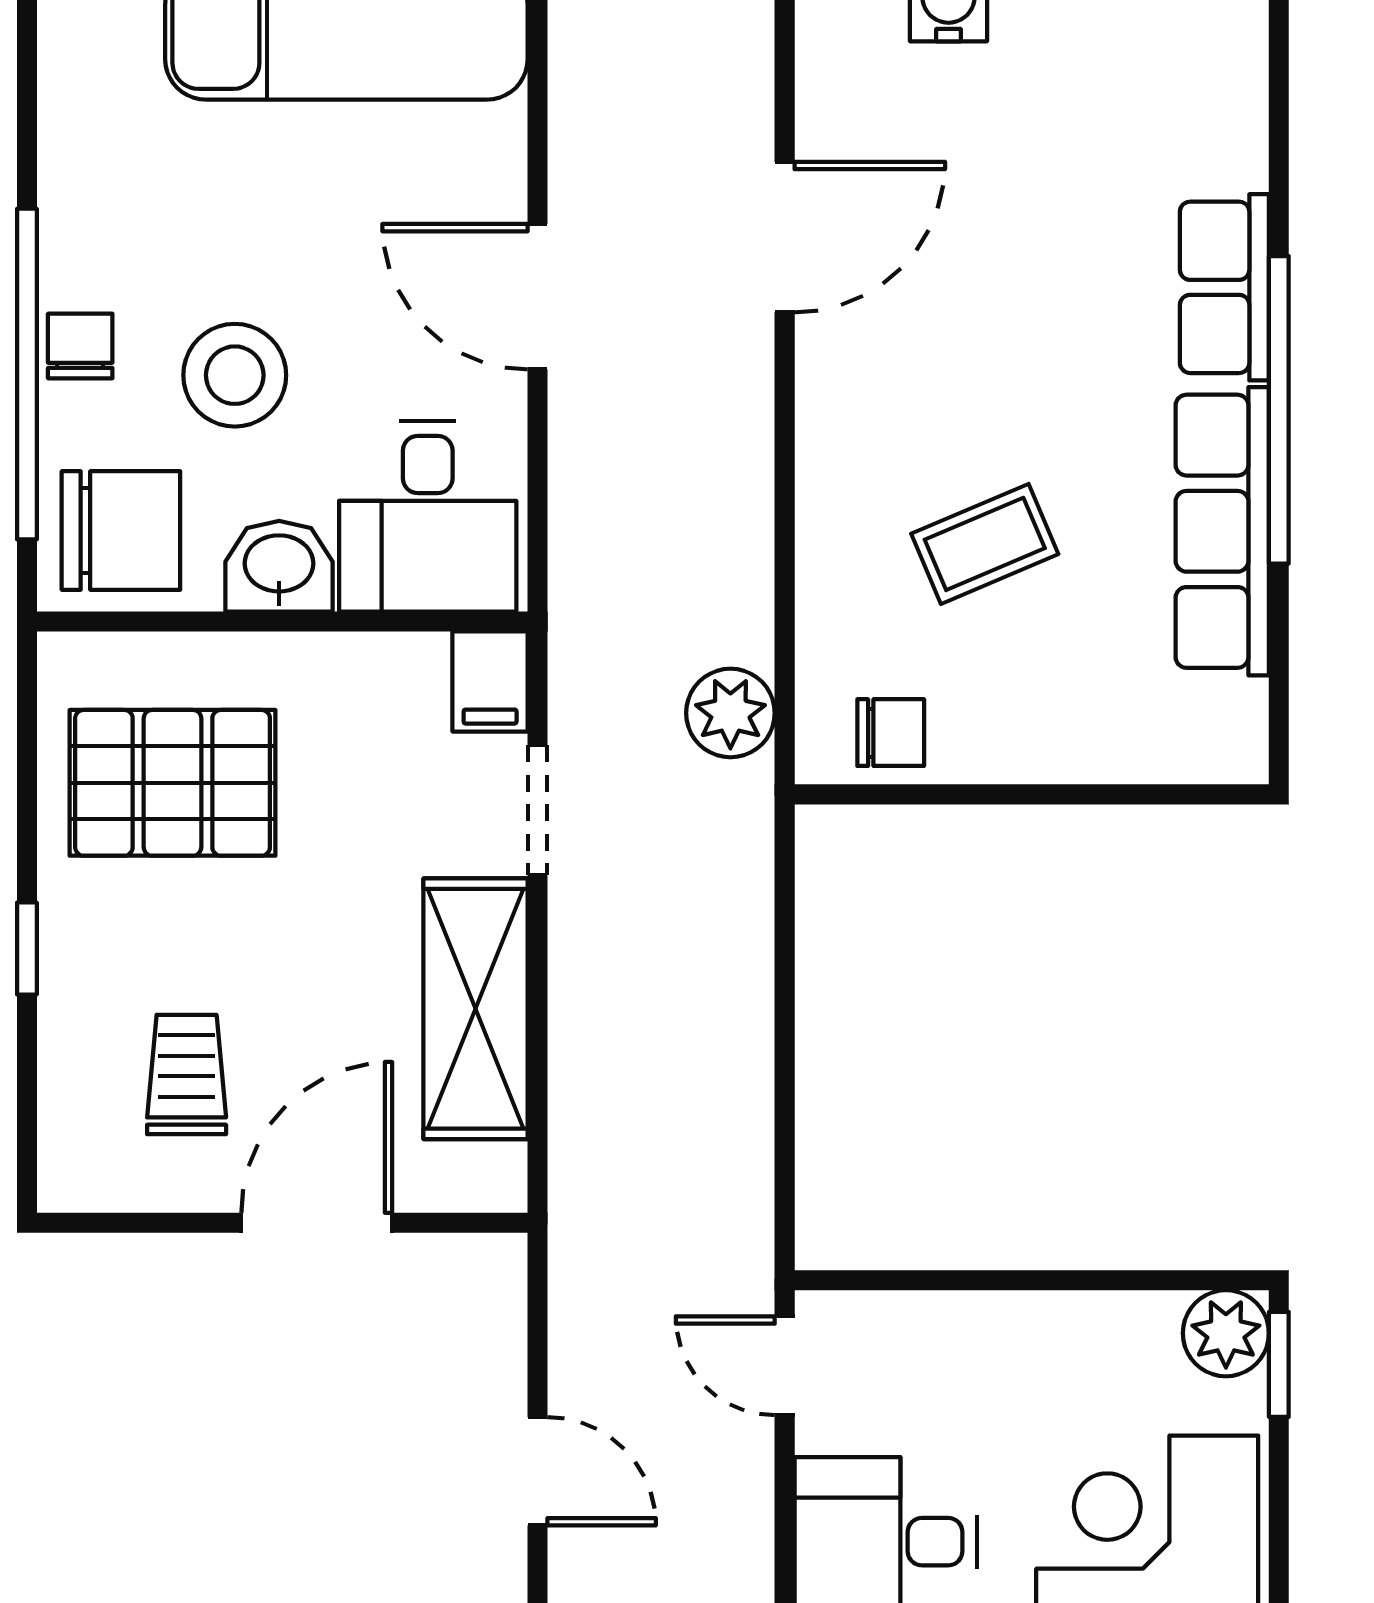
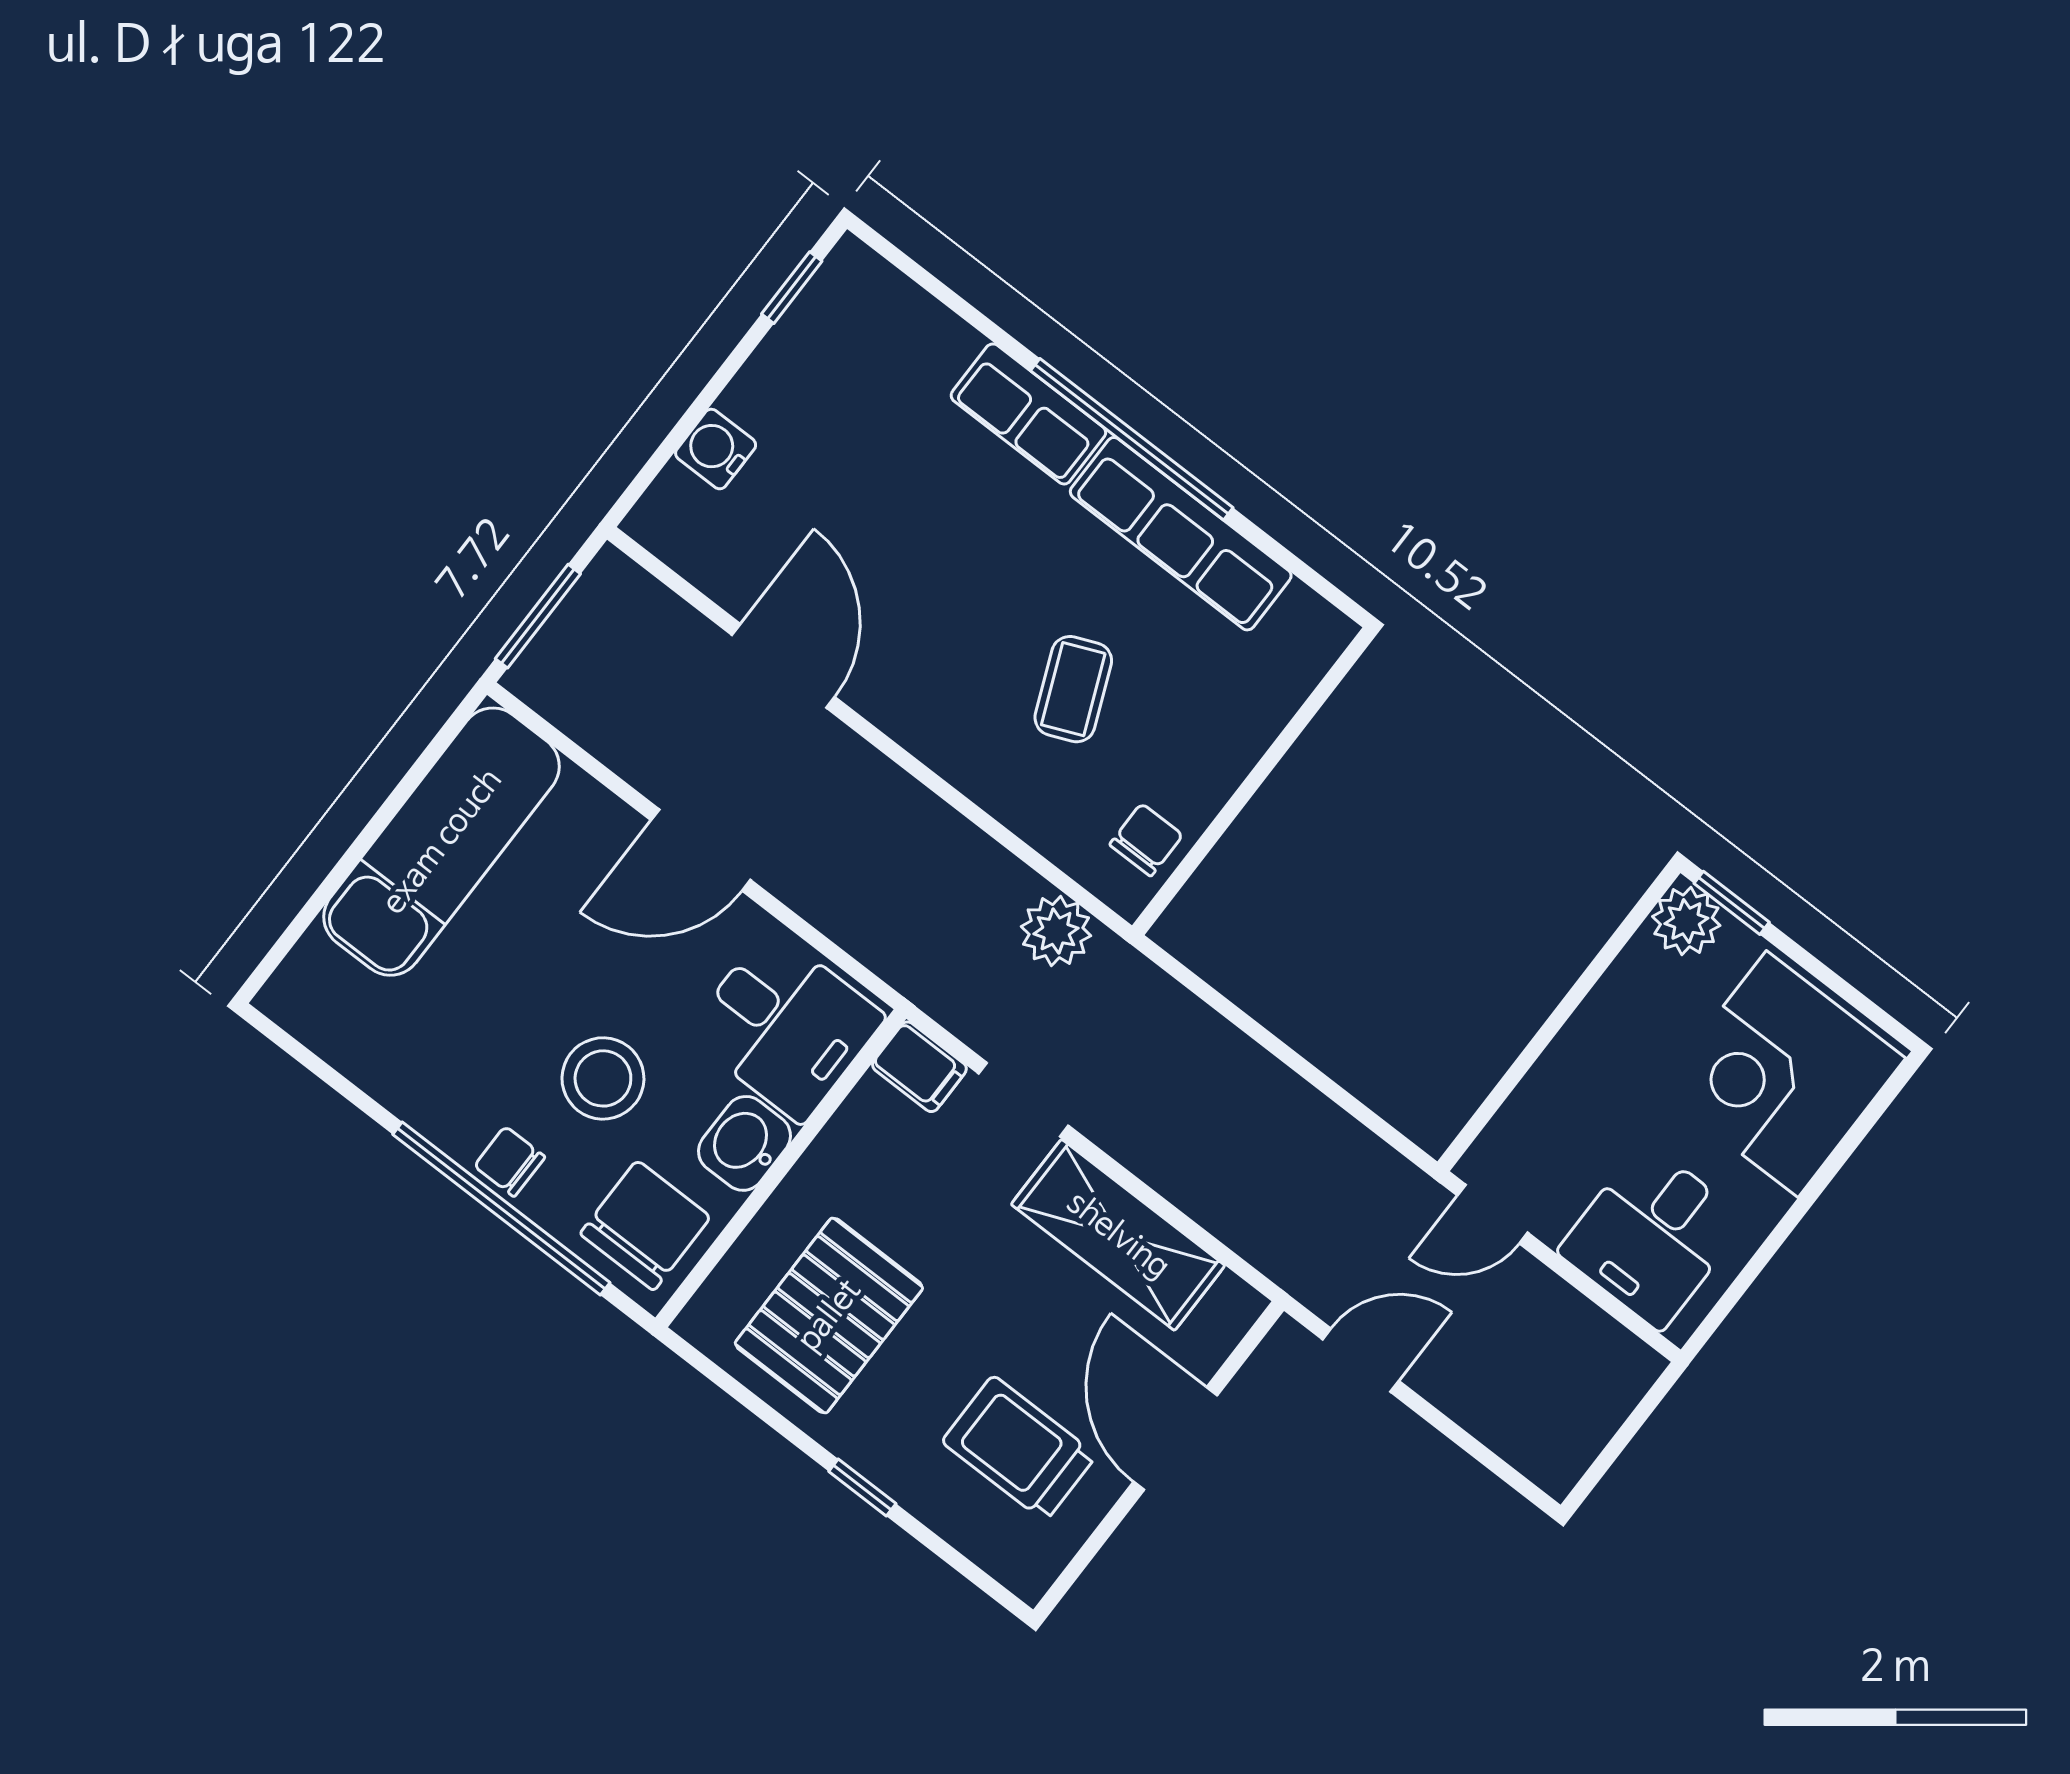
trolley: (187, 1075) -> (1019, 1448), width x1.36, depth x1.39
door: (538, 1471) -> (1361, 1360), moved

